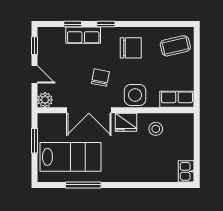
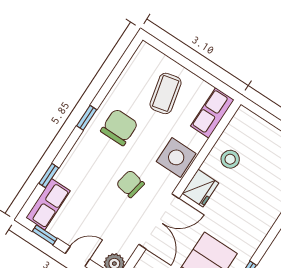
window: (106, 24) -> (87, 118), moved
row of seats: (83, 35) -> (48, 204), moved
coffee table: (175, 46) -> (166, 93), moved

